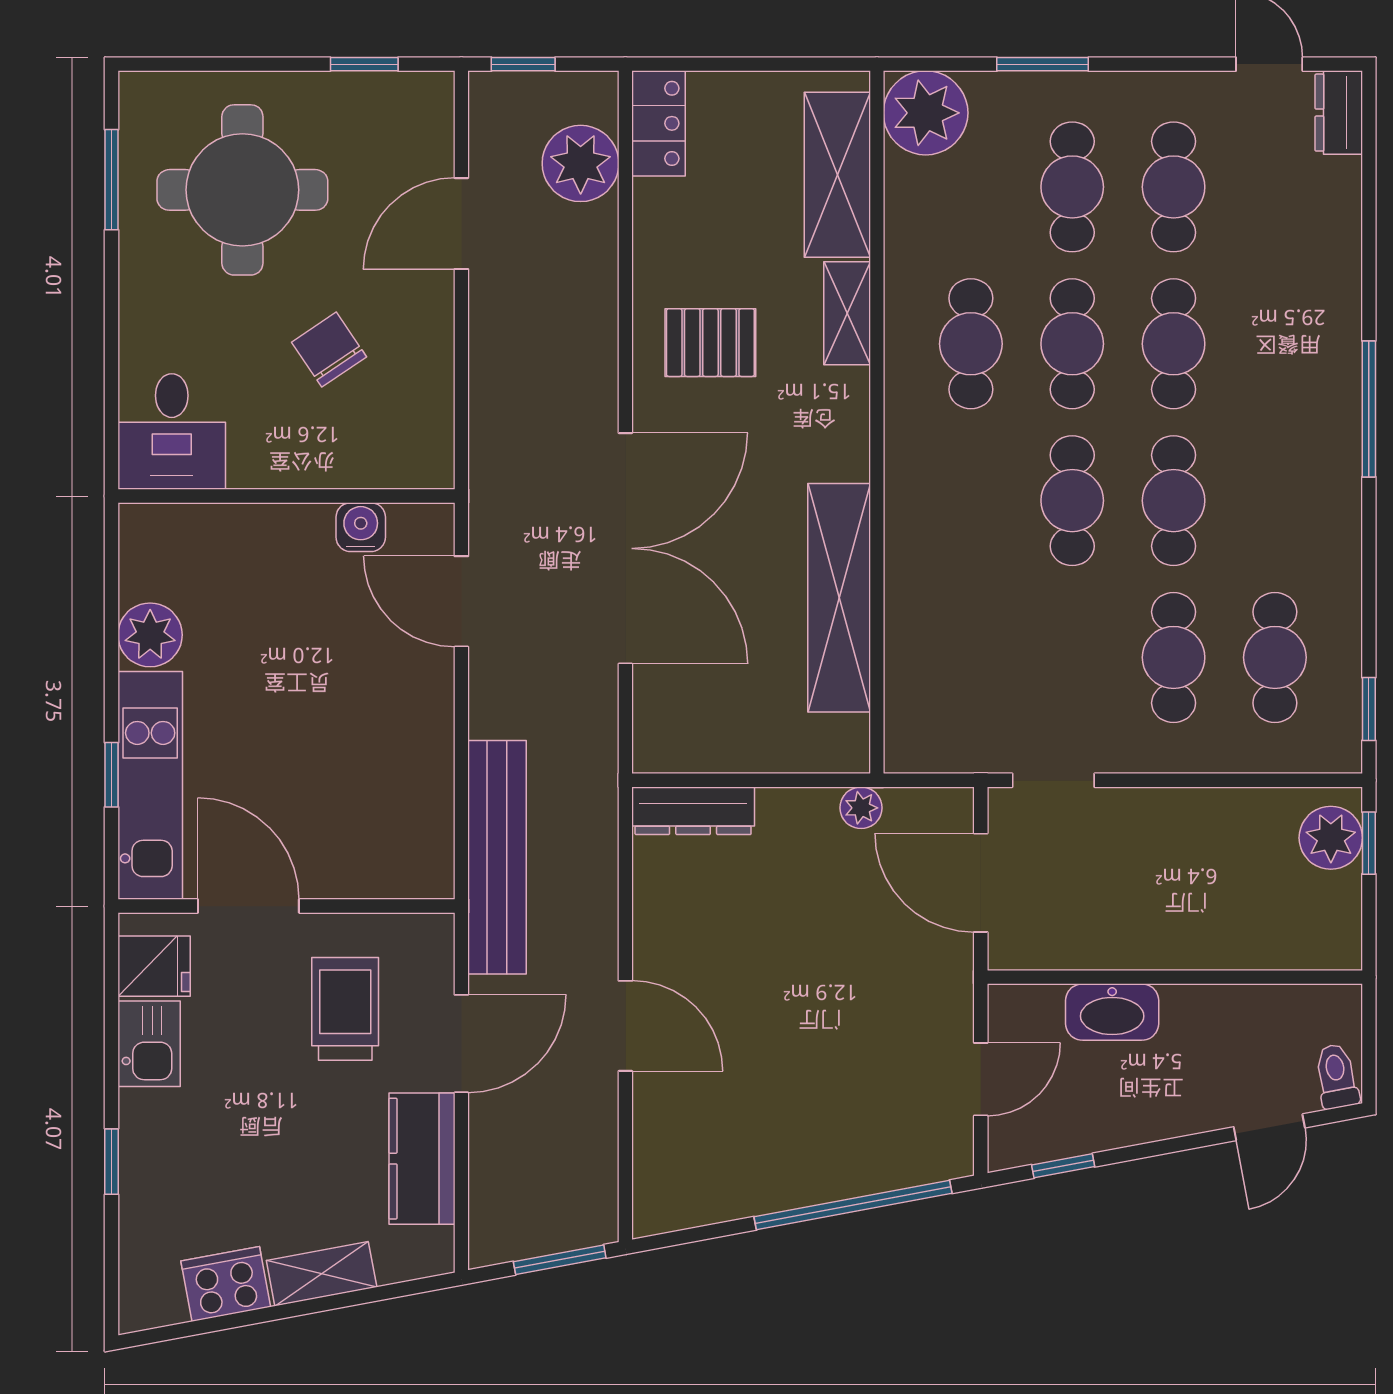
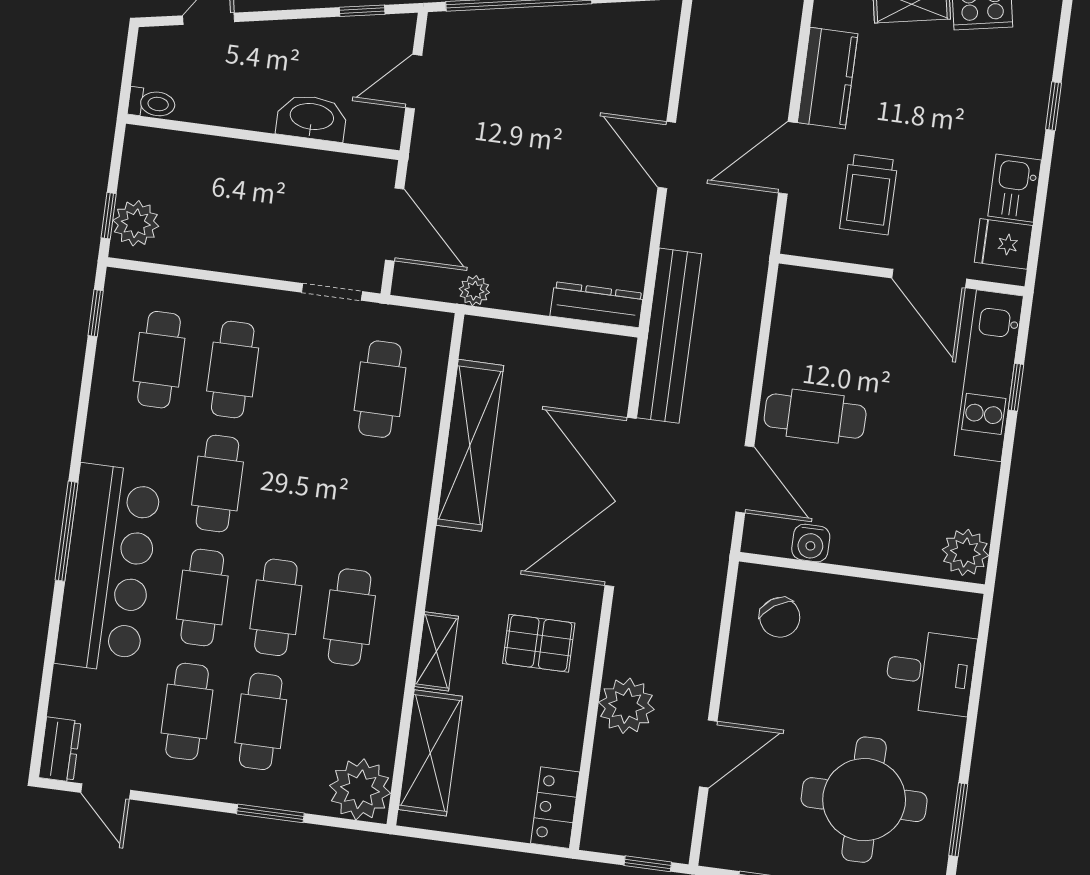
plant: (581, 163) -> (626, 706), moved
chair: (329, 350) -> (780, 617), moved
bar counter: (1306, 366) -> (108, 568), added
desk: (172, 431) -> (930, 672), moved, turned 90
cafe table: (1072, 501) -> (380, 389), moved
plant: (150, 635) -> (965, 552), moved
cafe table: (378, 700) -> (815, 416), added
bench: (497, 857) -> (669, 336), moved
toilet: (1337, 1076) -> (152, 103), moved, turned -79

